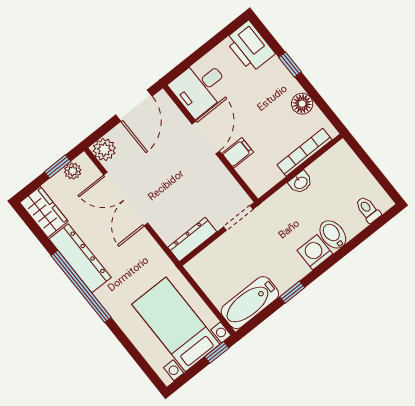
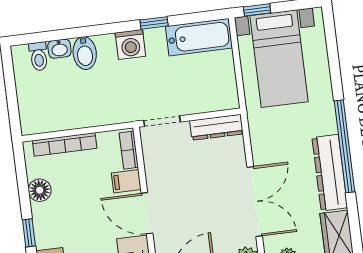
door: (206, 137) -> (147, 213), hinge flipped
bookcase: (251, 179) -> (129, 150), added
washbasin: (301, 182) -> (59, 49), moved, turned 180
washing machine: (315, 252) -> (130, 44), moved

